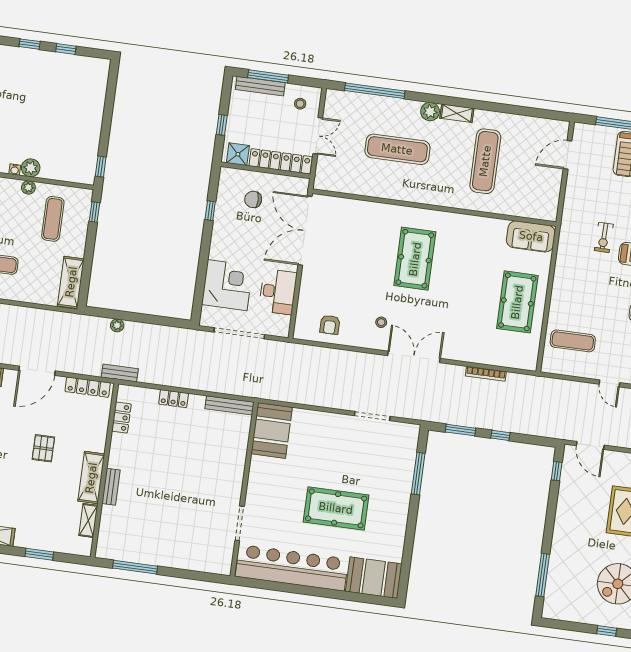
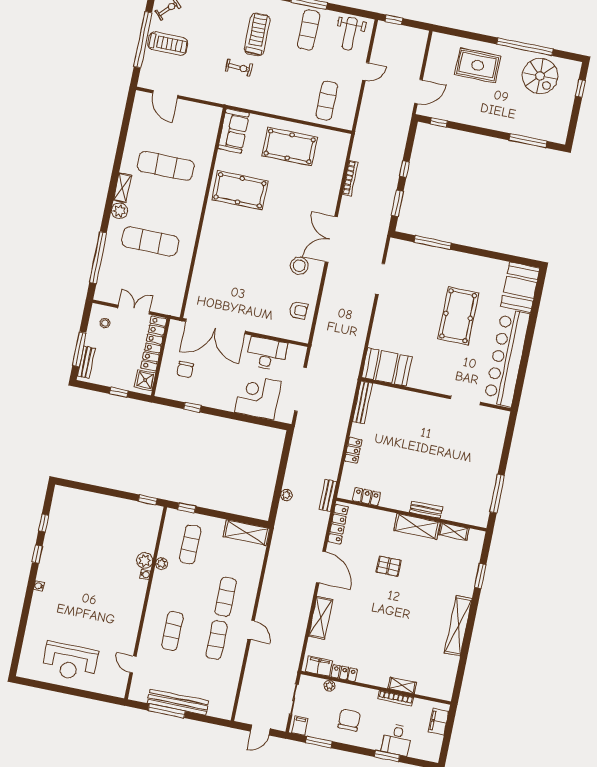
bench: (260, 86) -> (86, 362), width x0.73
exercise mat: (397, 149) -> (150, 241), turned 90
exercise mat: (53, 219) -> (190, 544), turned 90
pool table: (415, 259) -> (240, 190), moved
stool: (381, 322) -> (299, 266), width x1.89, depth x1.89

